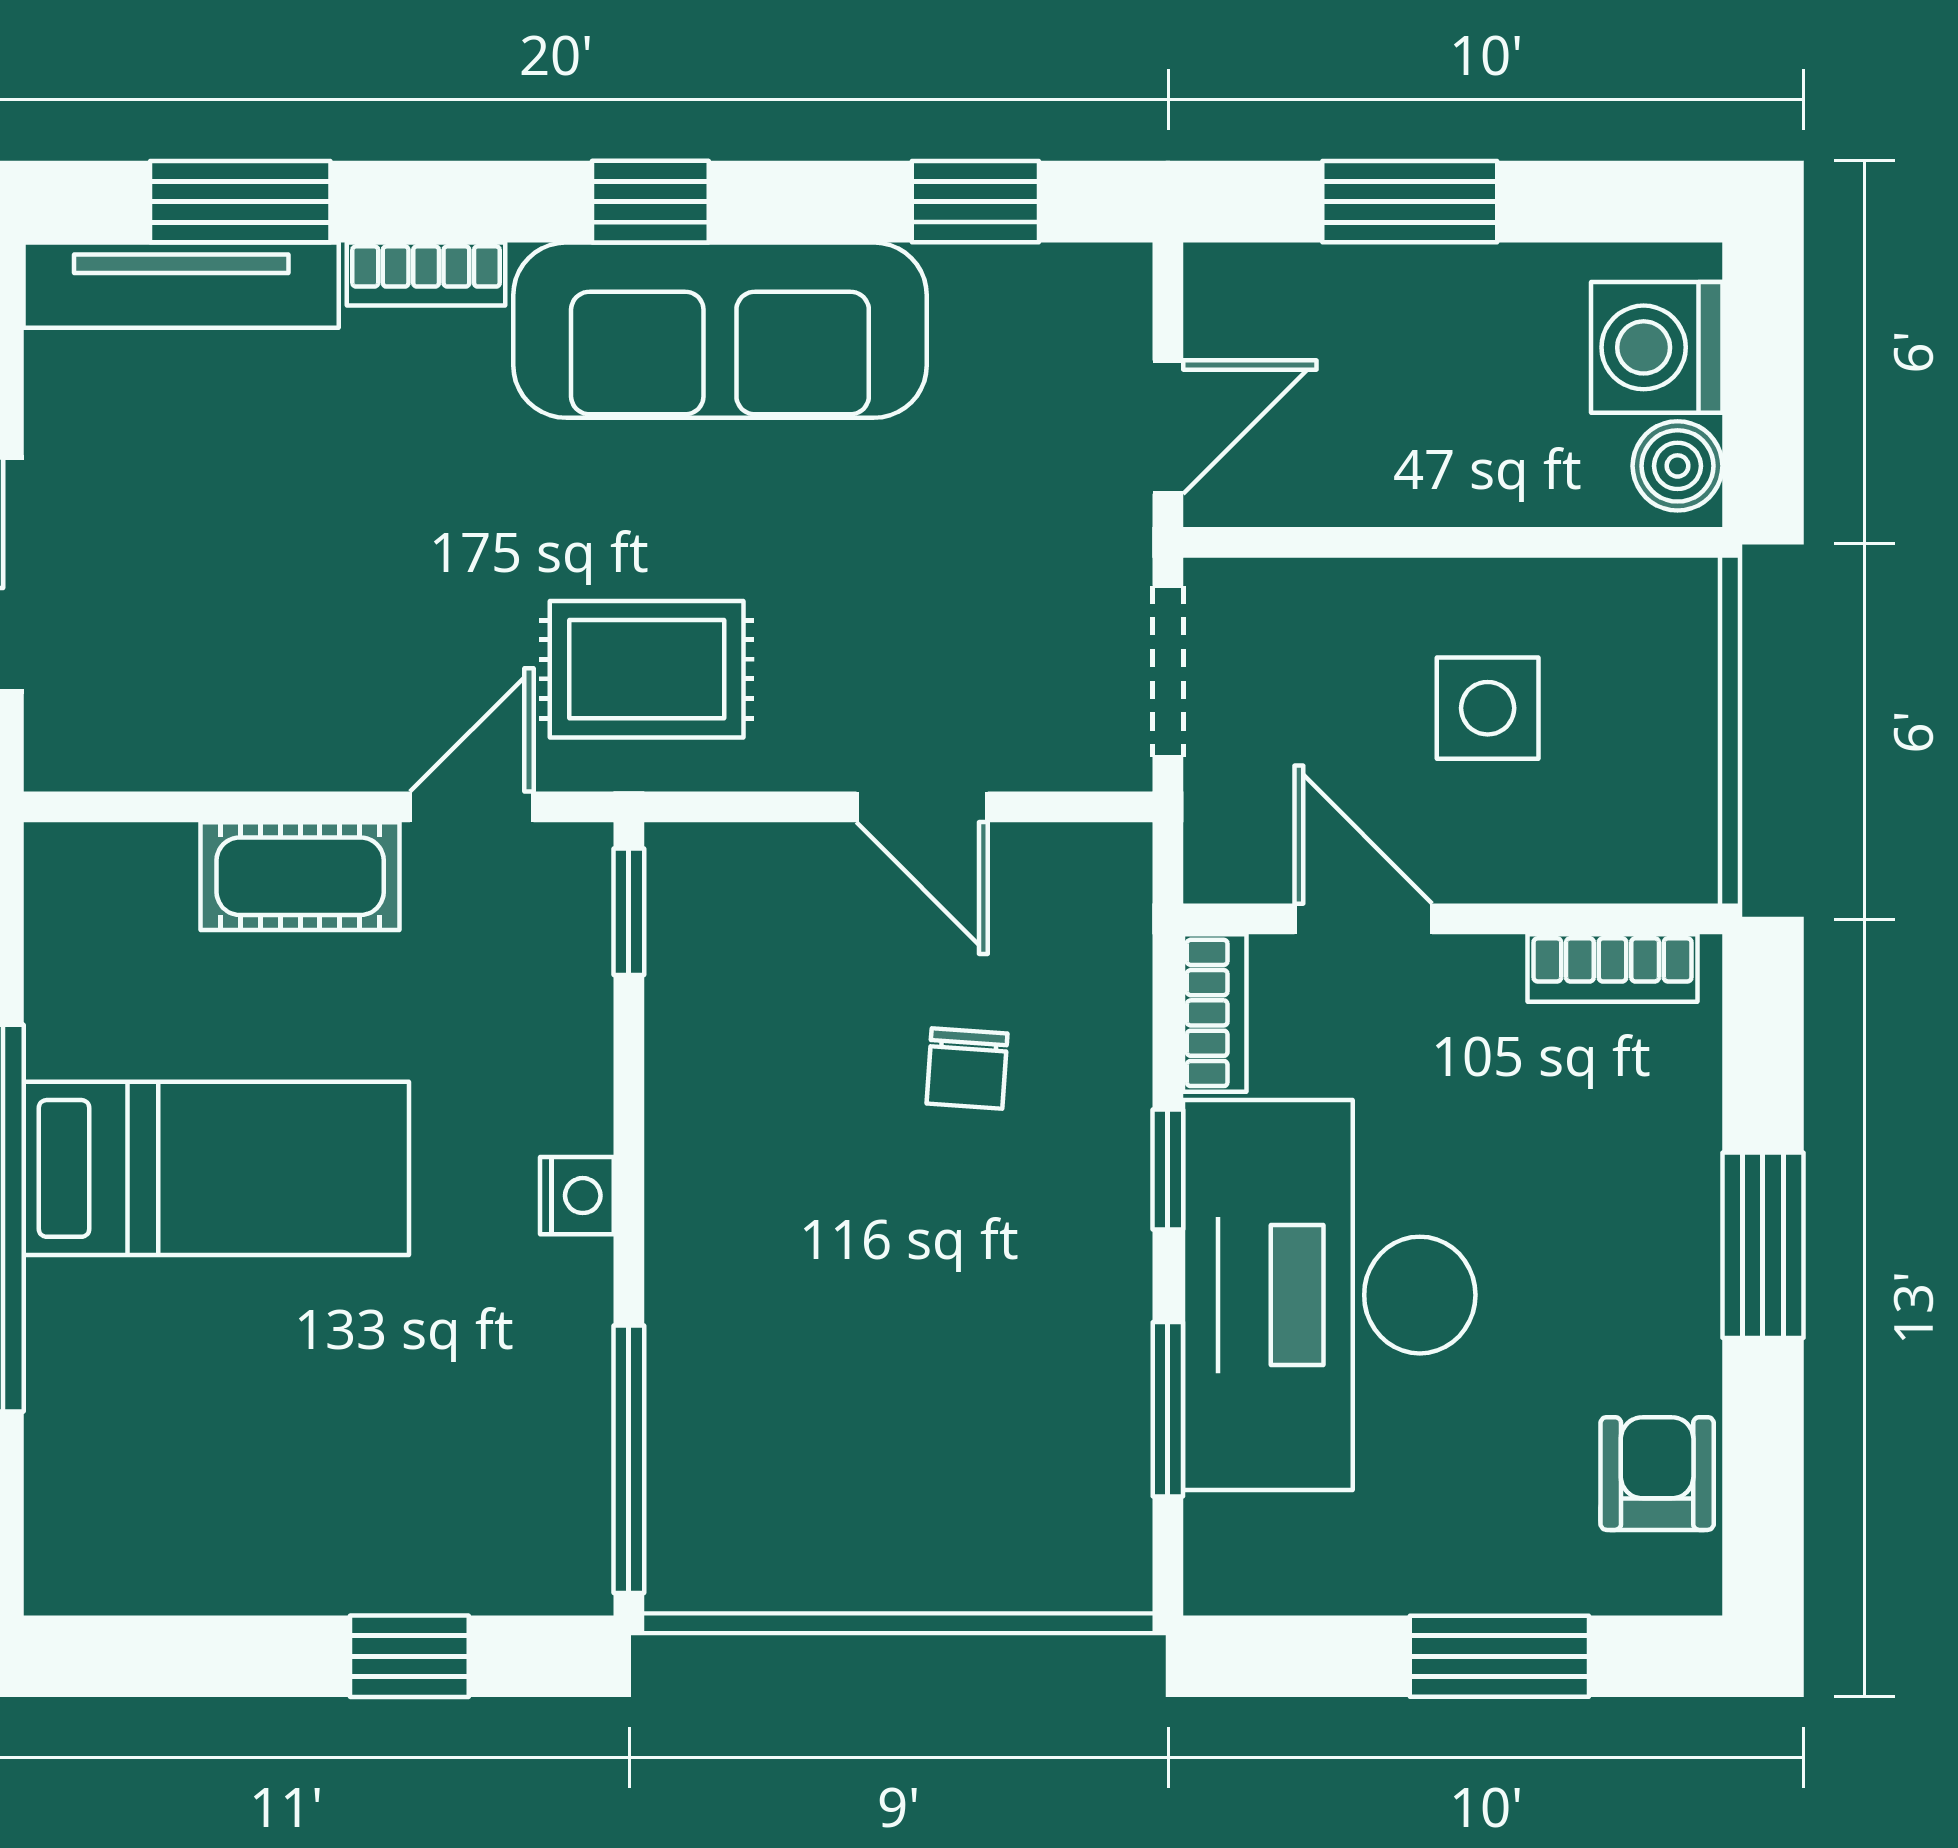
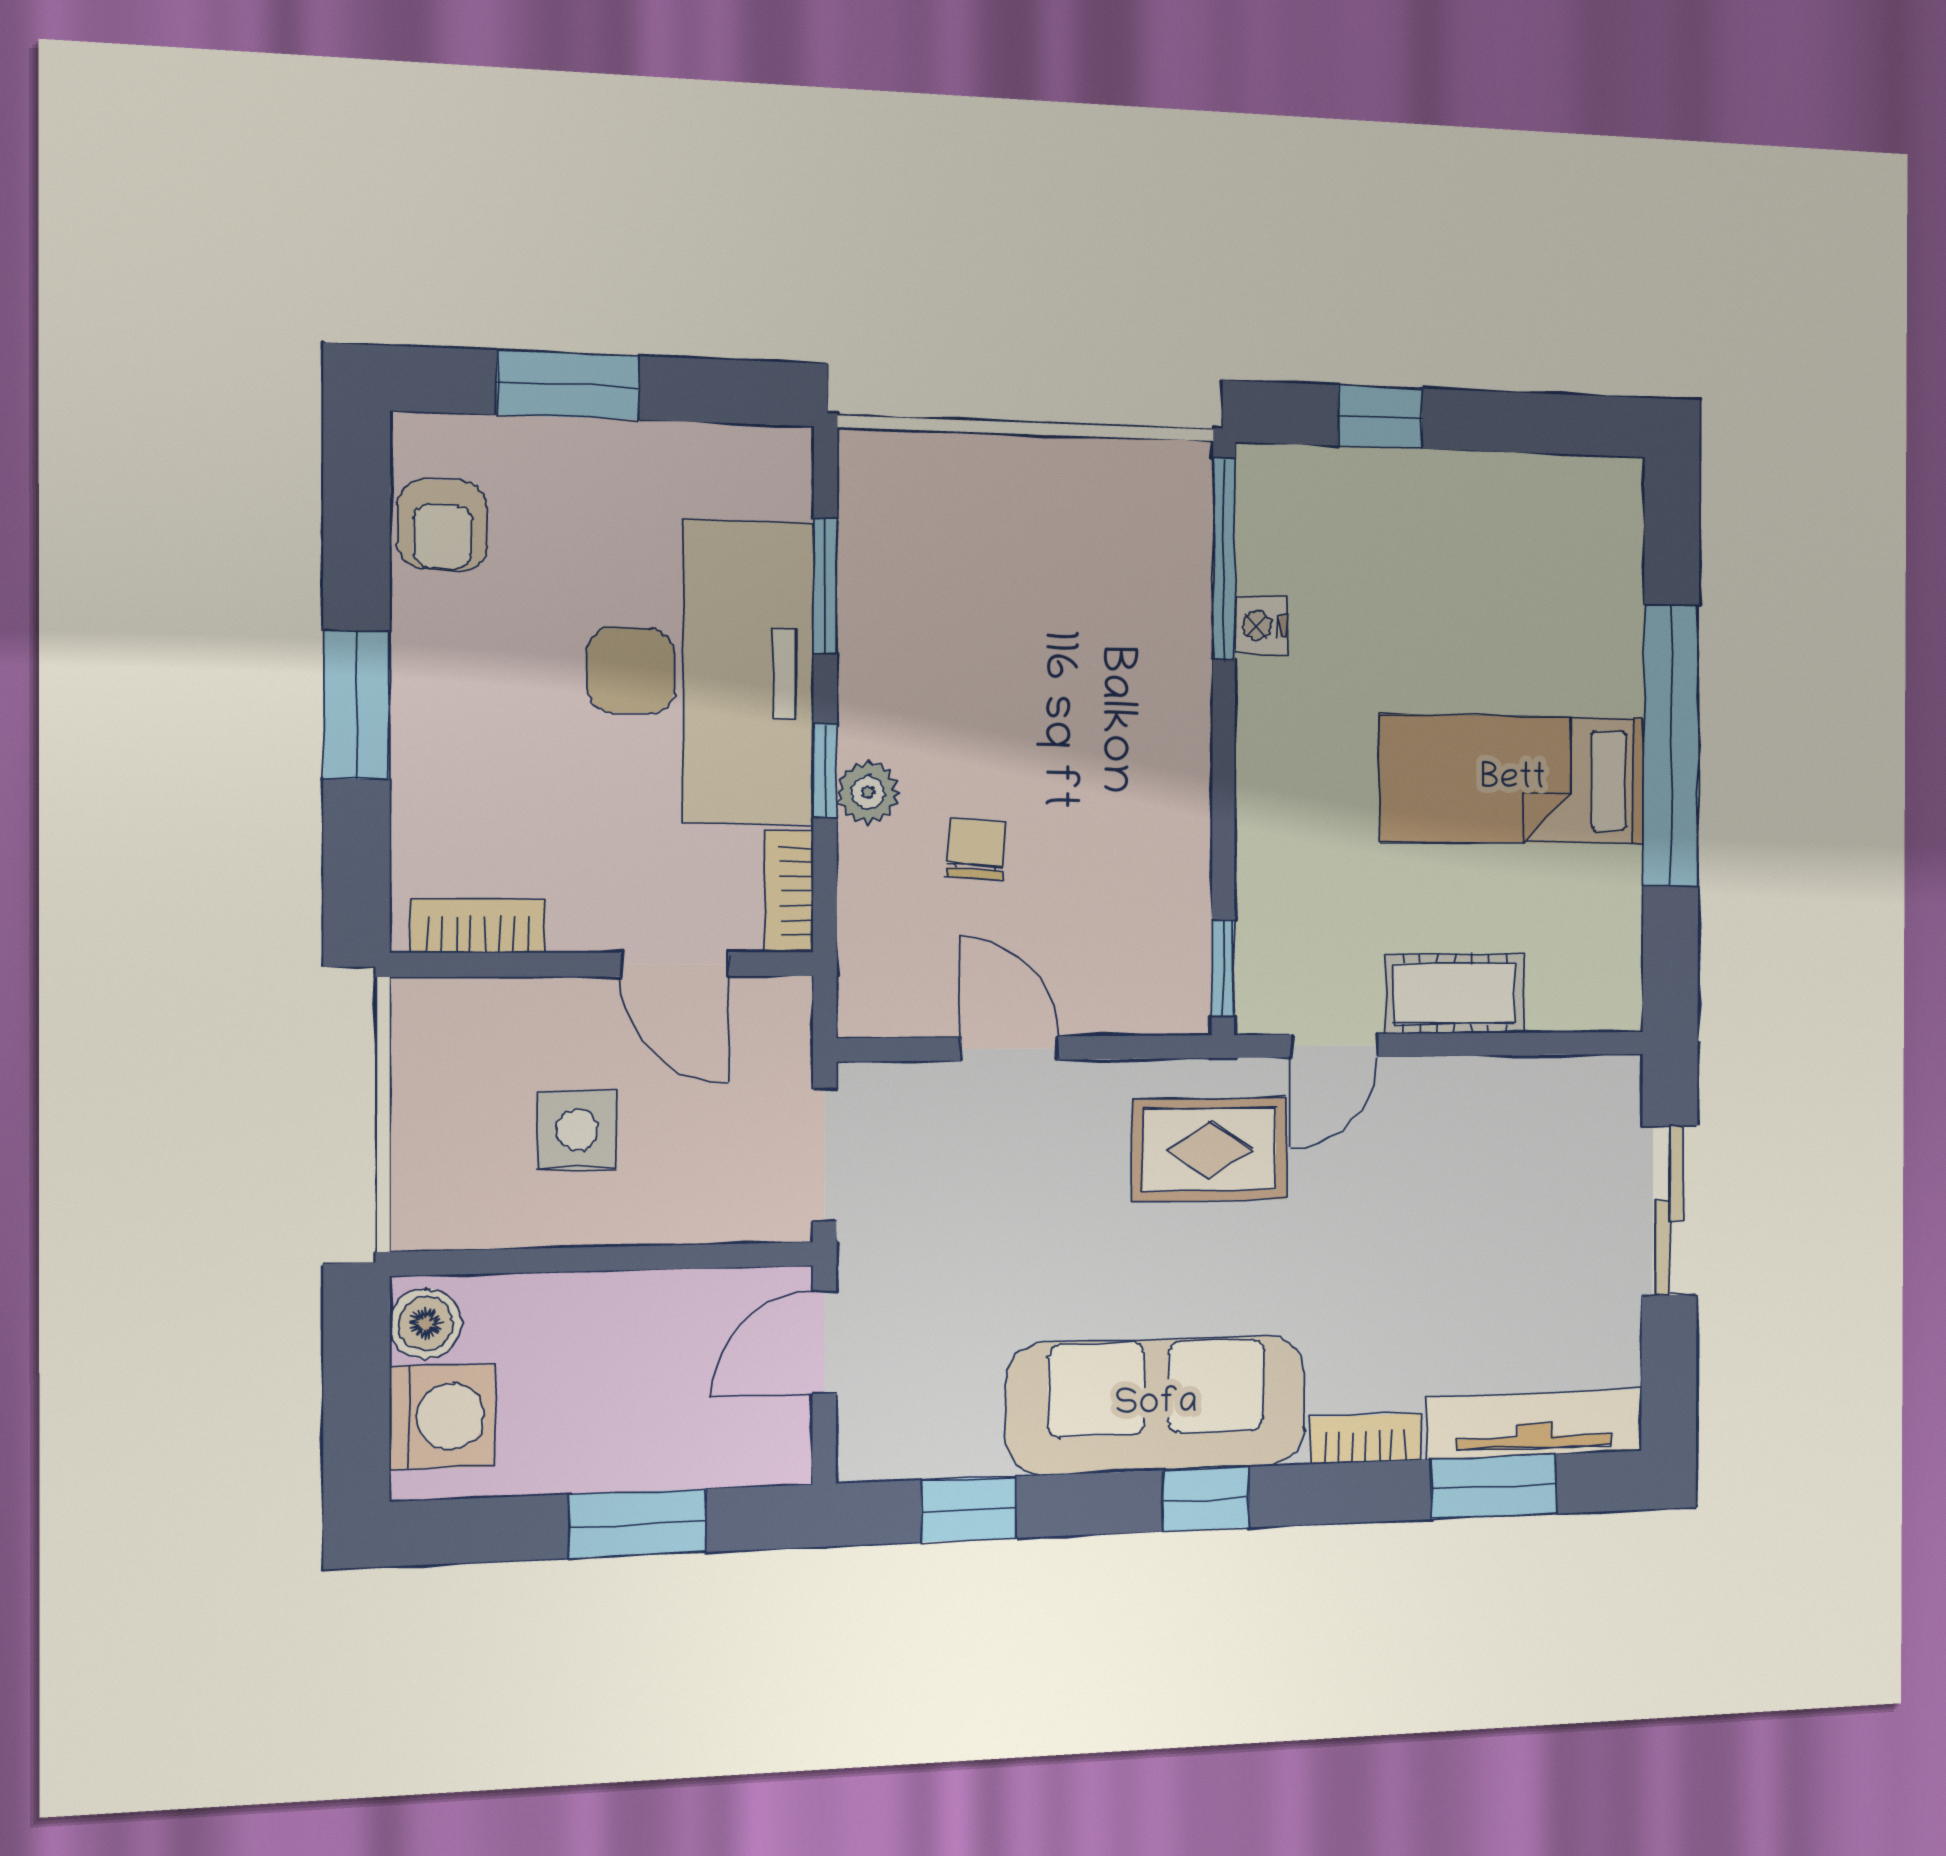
plant: (1111, 1142) -> (868, 792), added
nightstand: (577, 1196) -> (1261, 625), moved

